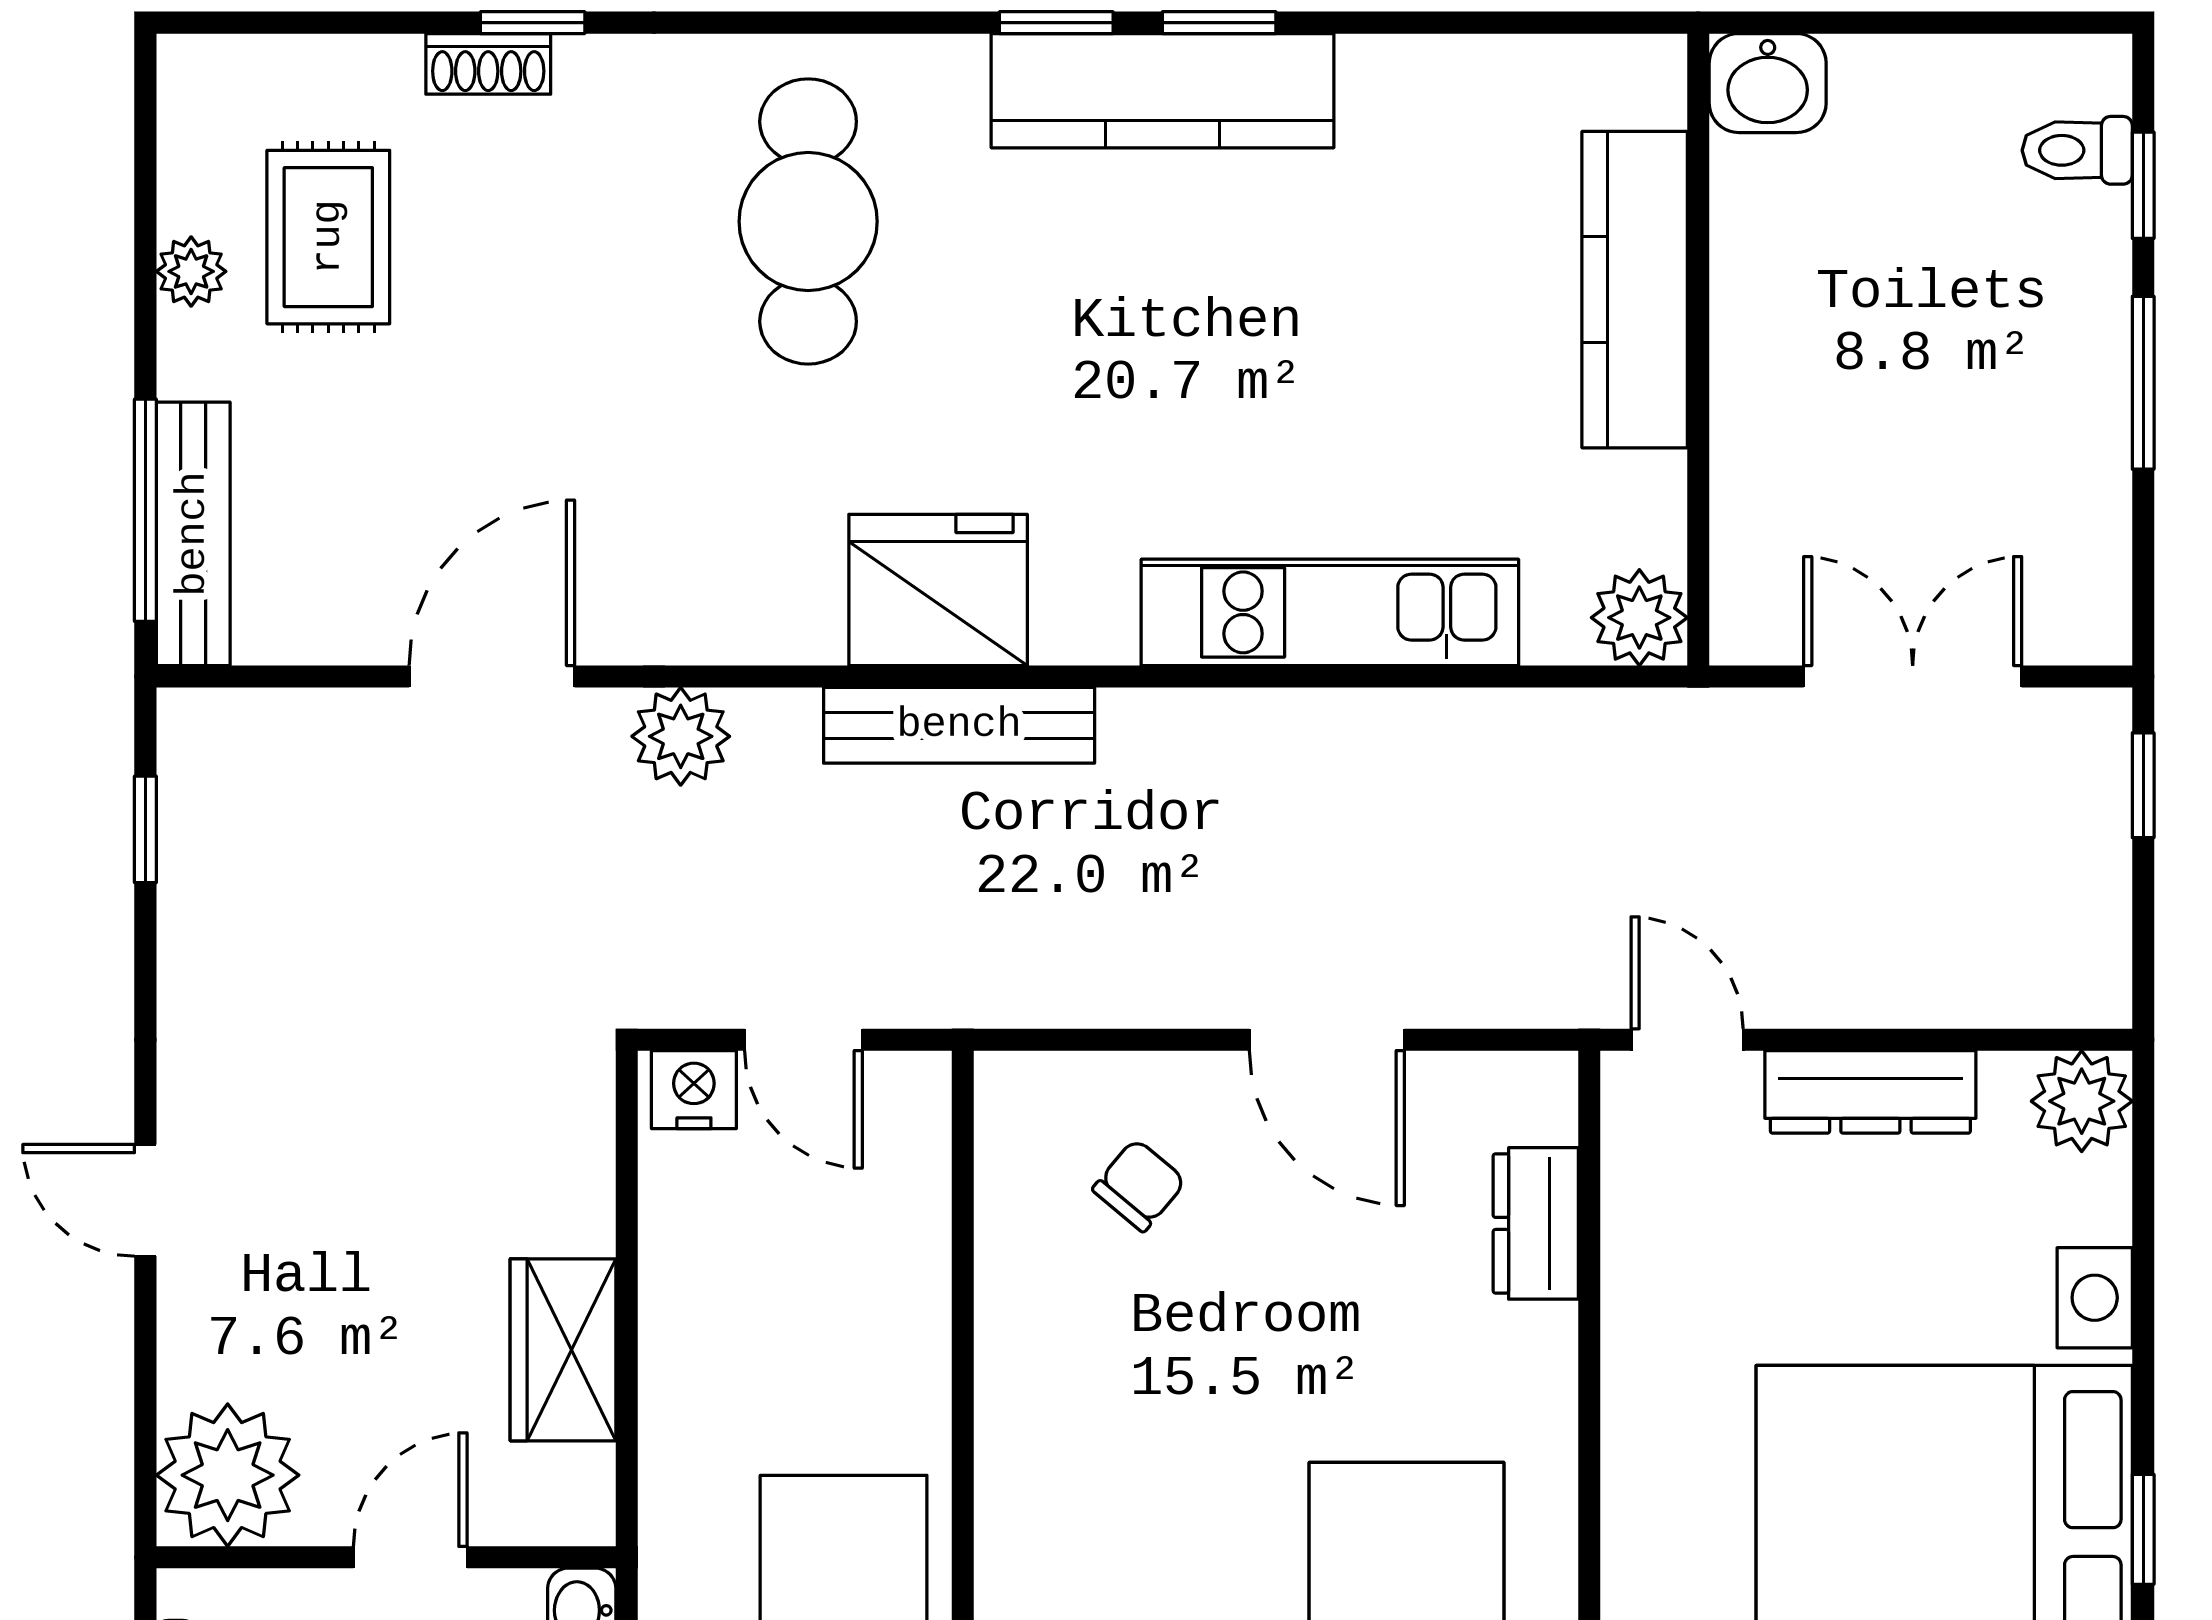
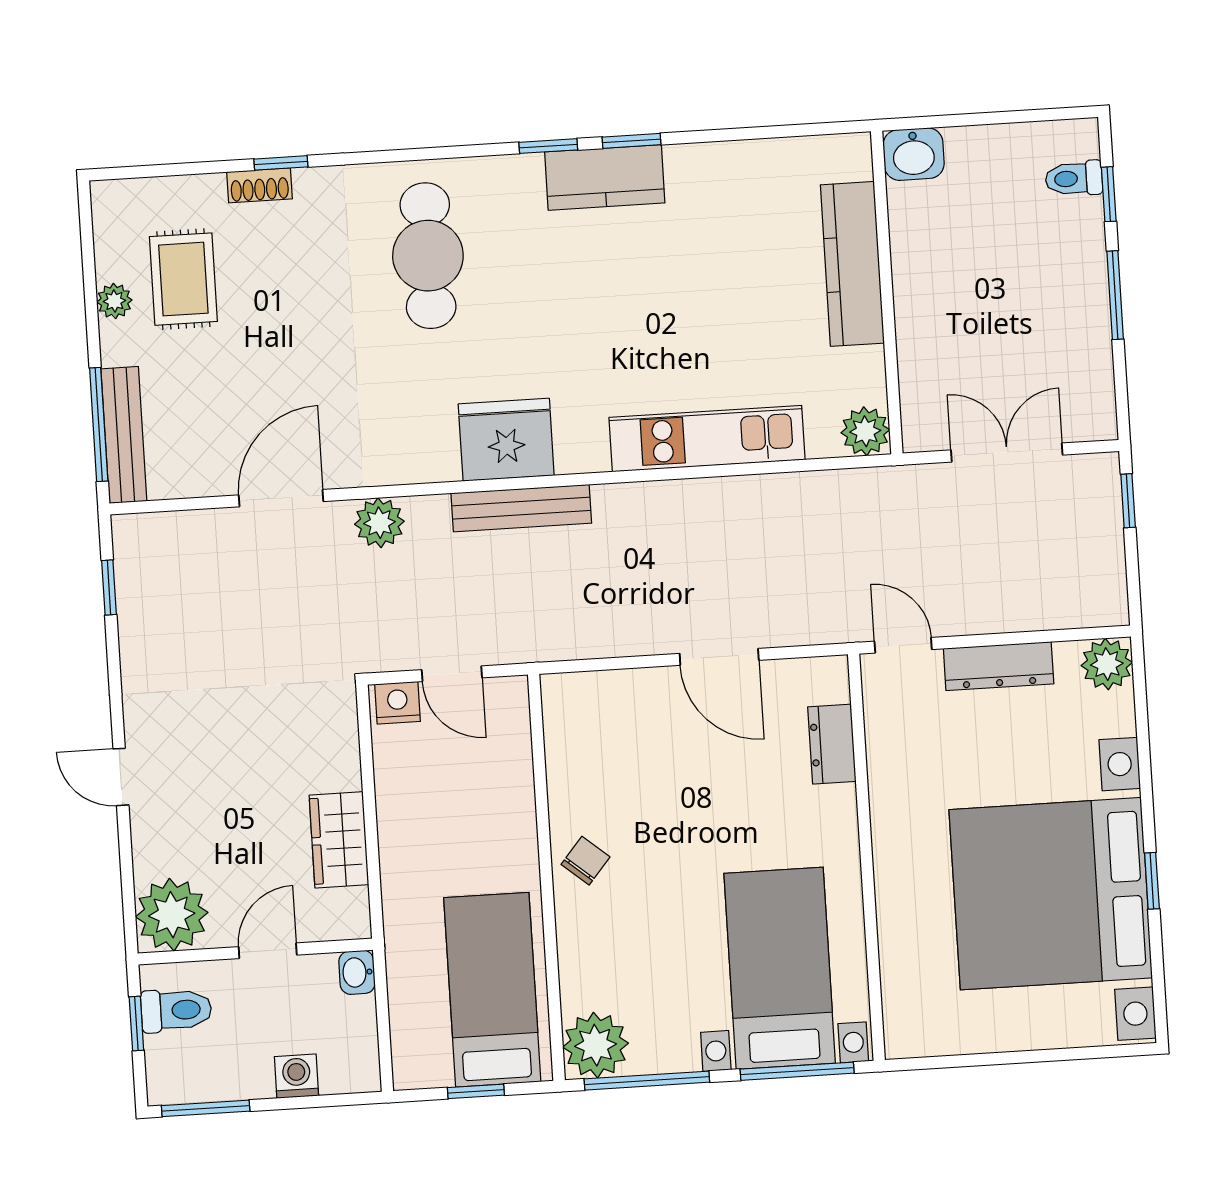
kitchen counter: (1162, 91) -> (605, 177), width x0.67
chair: (1139, 1185) -> (585, 861), moved

